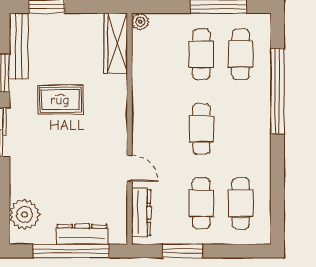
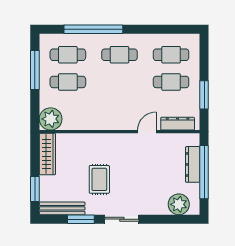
plant: (140, 22) -> (51, 119), width x1.88, depth x1.88
wardrobe: (116, 43) -> (47, 154), moved, turned -90
cafe table: (201, 129) -> (119, 55), moved

